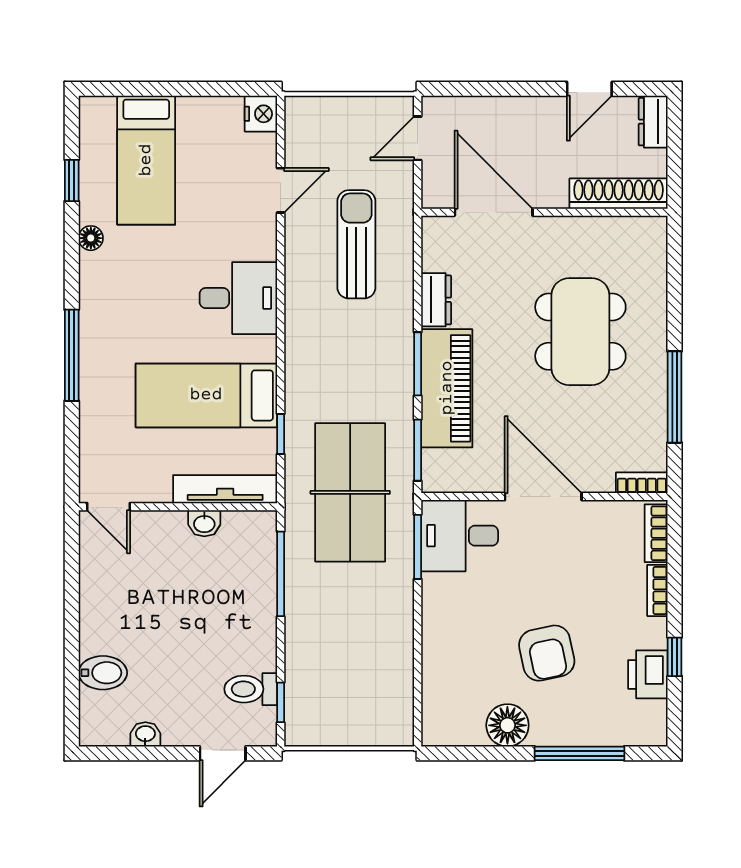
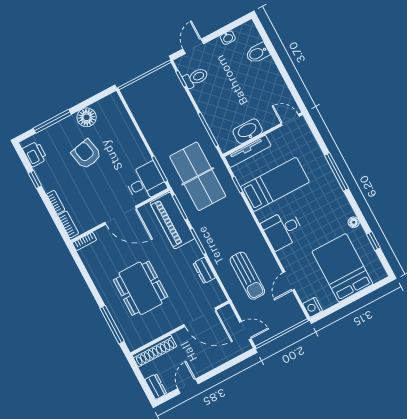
door: (418, 138) -> (245, 330), hinge flipped
bed: (146, 160) -> (342, 268), width x1.50
piano: (447, 388) -> (172, 221), moved
window: (675, 397) -> (112, 325), moved
washbasin: (204, 523) -> (248, 131), width x1.91, depth x1.45
printer: (648, 674) -> (35, 154), moved

